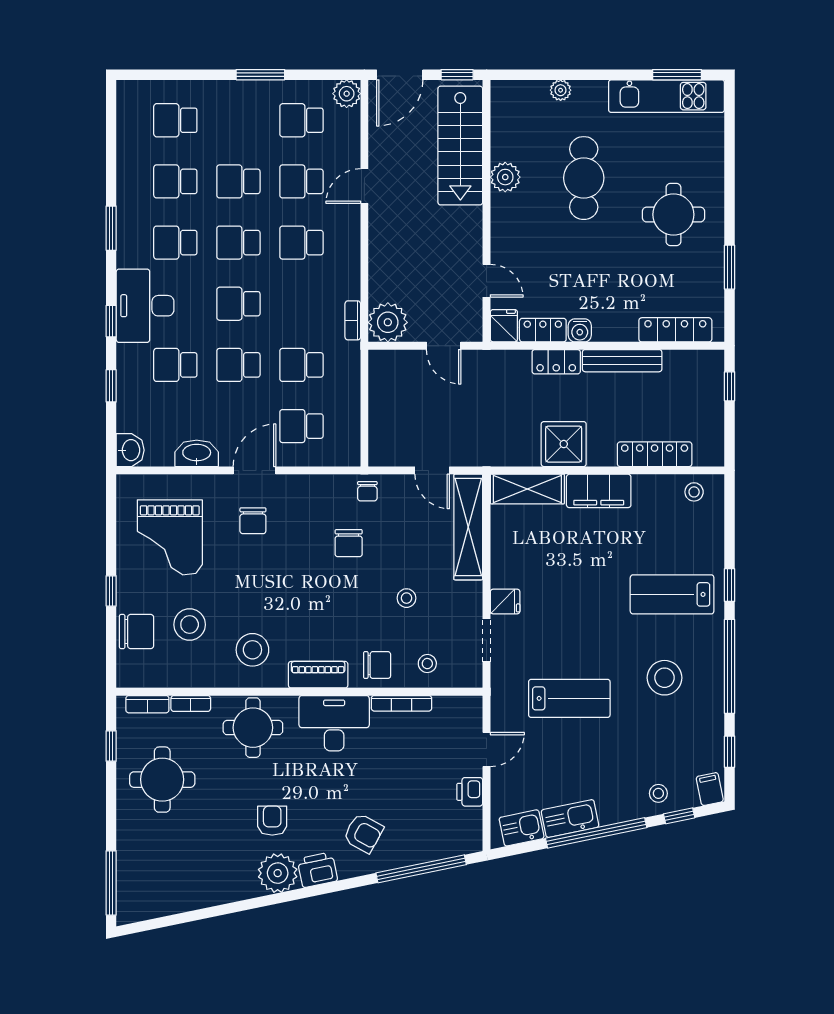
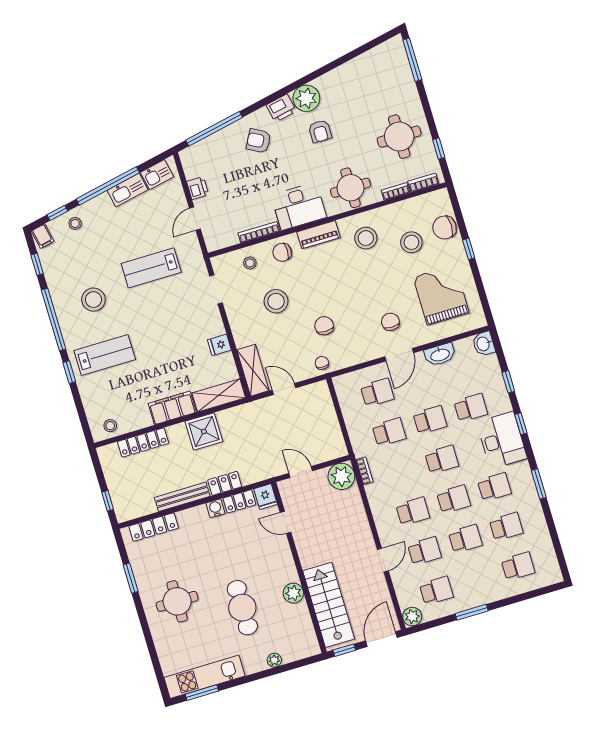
shelving: (468, 527) -> (253, 370), width x0.68
stool: (406, 598) -> (276, 301), width x1.89, depth x1.89
fridge: (505, 601) -> (219, 345), moved

